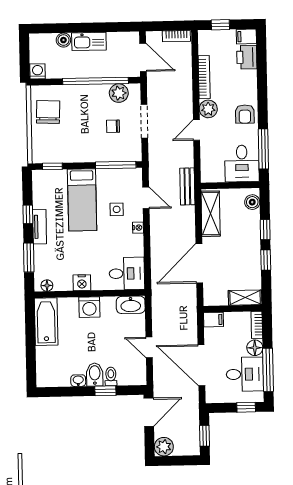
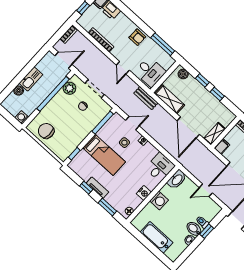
plant: (208, 109) -> (118, 52), removed
desk: (242, 163) -> (150, 72), moved
shelving: (245, 298) -> (215, 134), moved
bathtub: (46, 322) -> (156, 237), moved

